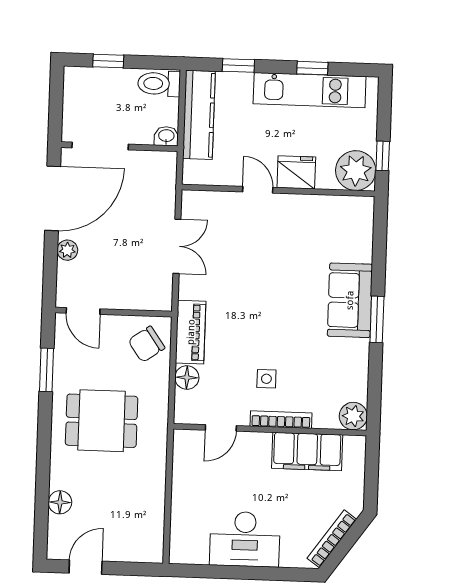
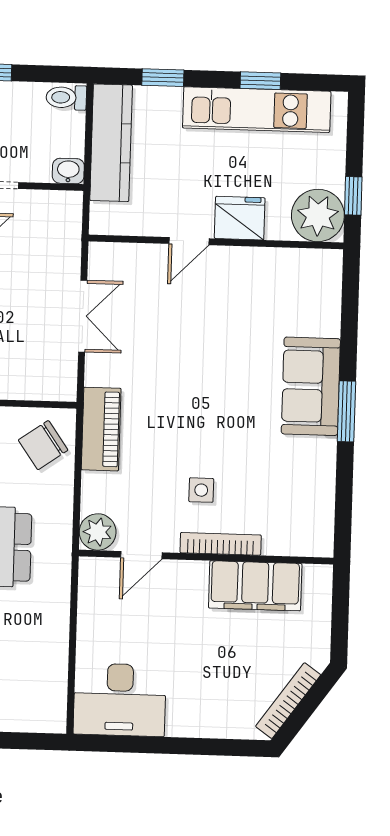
toilet: (159, 84) -> (66, 97), width x0.73, depth x0.72
door: (258, 190) -> (189, 241), swing flipped
floor lamp: (187, 378) -> (96, 489), removed
plant: (353, 416) -> (98, 532), moved
desk: (245, 539) -> (120, 700), moved

